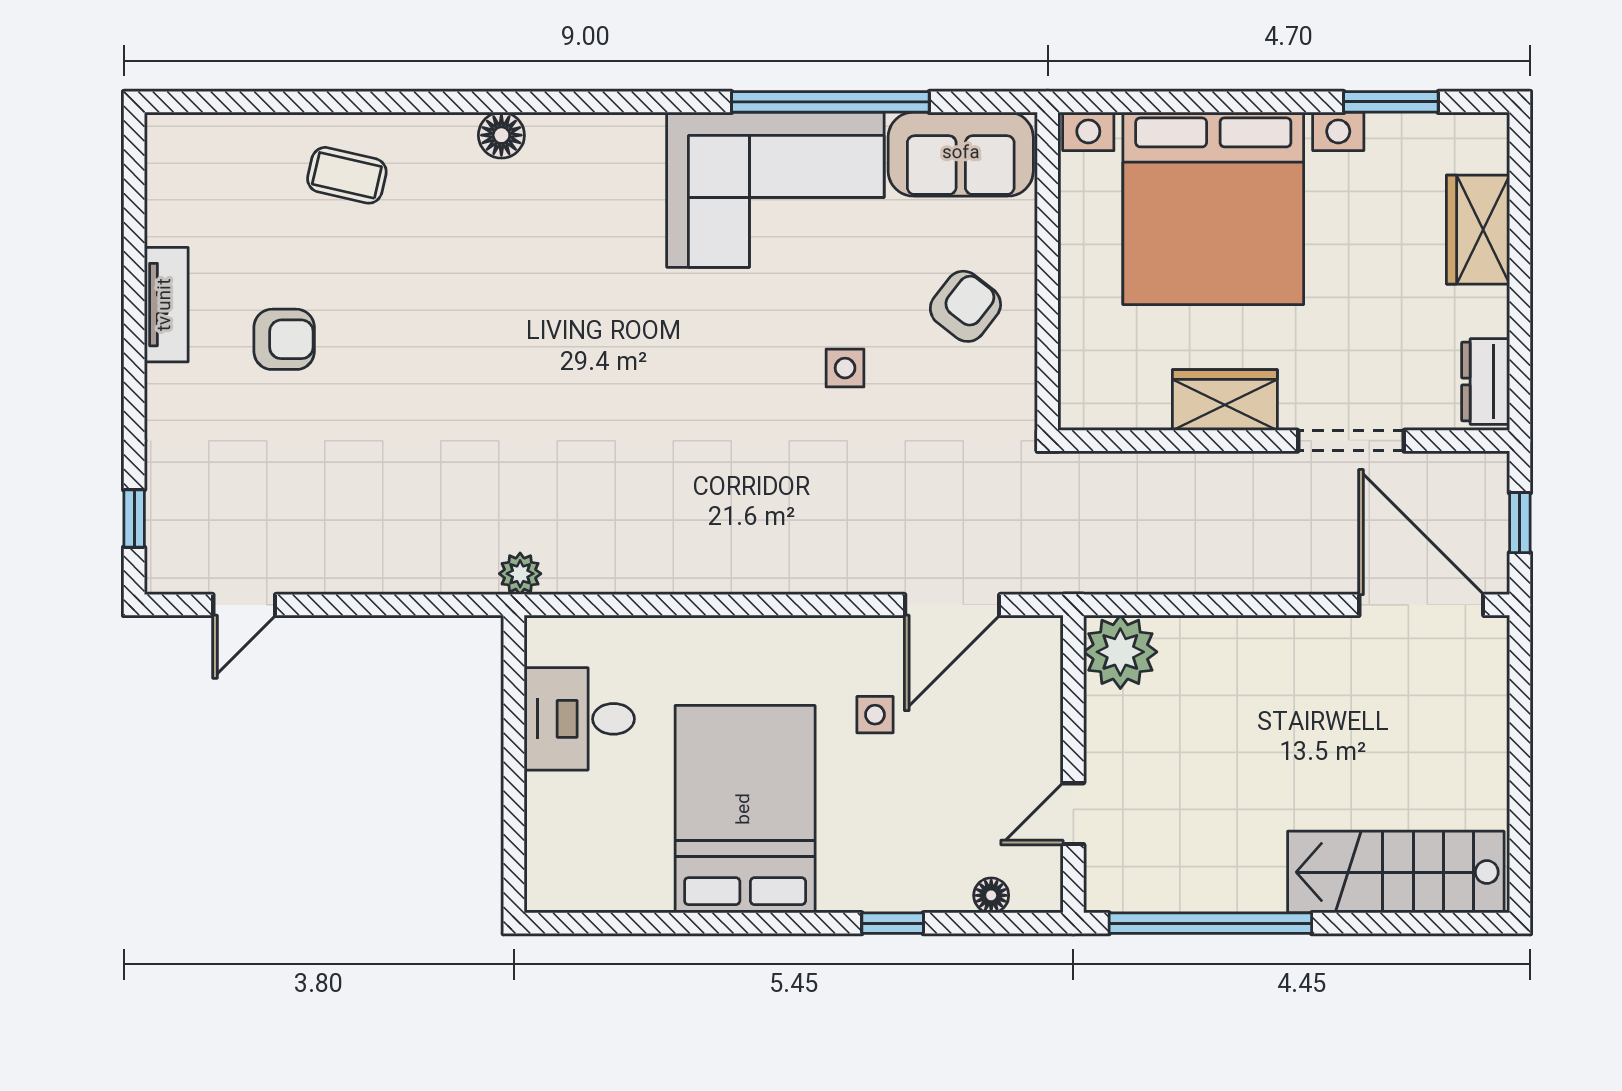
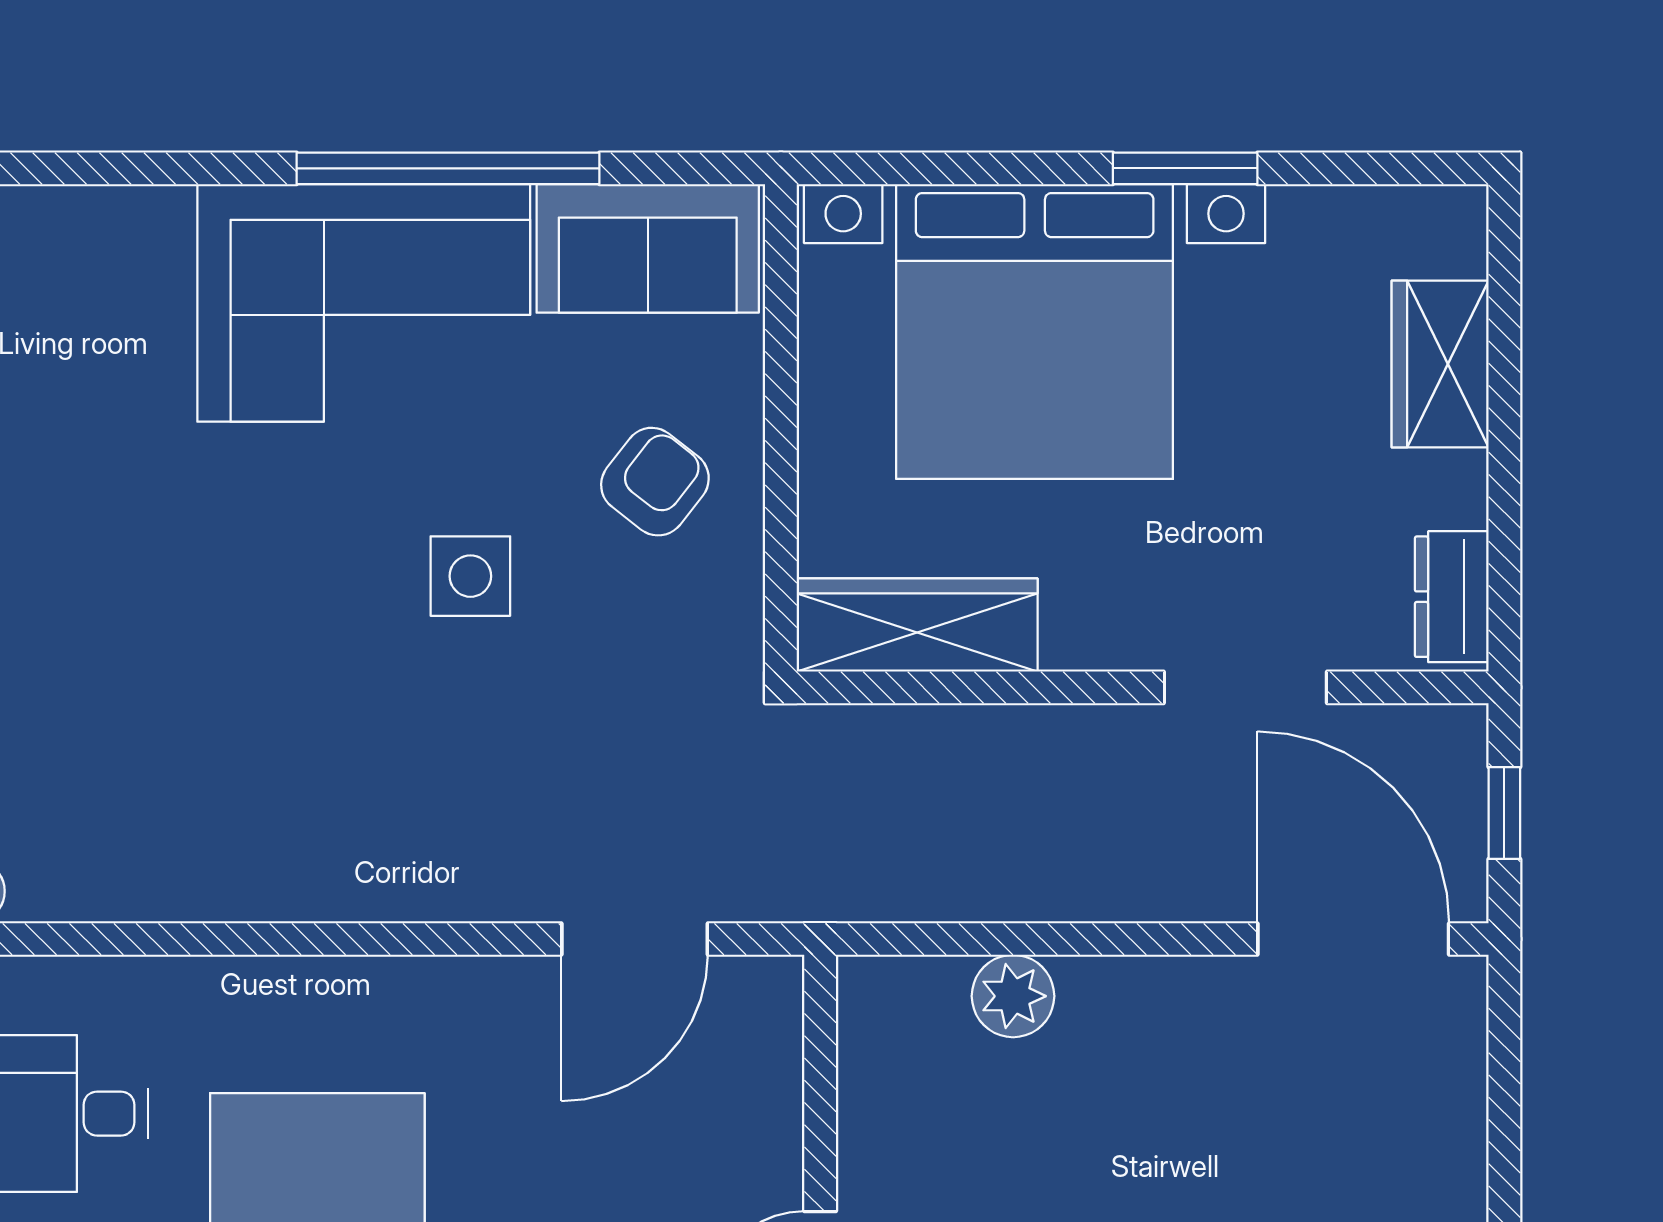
window: (1391, 102) -> (1185, 168), moved
side table: (845, 368) -> (470, 576), width x1.37, depth x1.37
wardrobe: (1225, 400) -> (917, 625), moved, width x1.50
plant: (1120, 652) -> (1013, 996), moved, width x0.73, depth x0.73
side table: (875, 715) -> (516, 1107), removed

